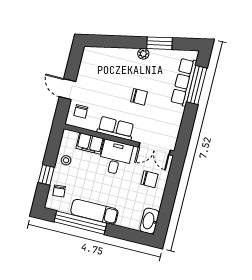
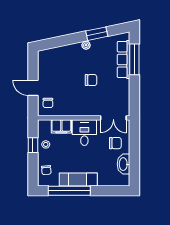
row of seats: (116, 128) -> (79, 109), removed
window: (46, 175) -> (33, 145), moved
washbasin: (149, 221) -> (124, 164), moved

